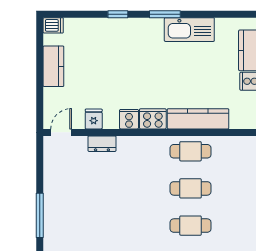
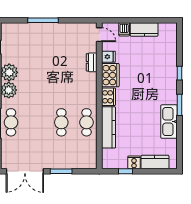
dishwasher: (53, 25) -> (124, 29), moved
cooker: (129, 119) -> (110, 75), width x1.87, depth x1.31
cafe table: (191, 226) -> (36, 122), removed

